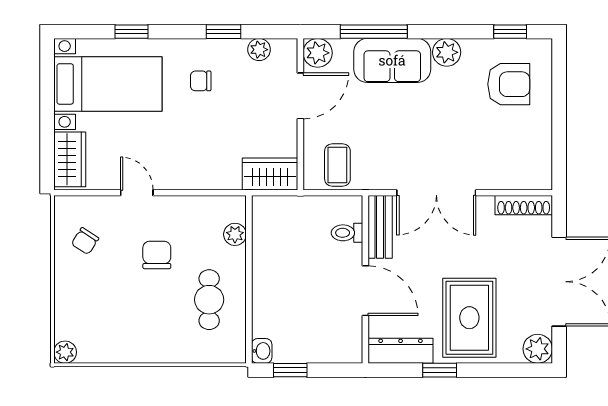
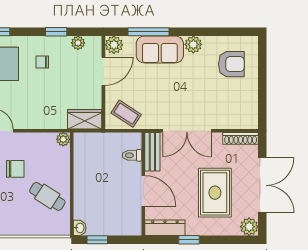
window: (510, 32) -> (232, 32), removed
coffee table: (337, 165) -> (126, 114), turned -57
plant: (235, 234) -> (63, 139), moved
chair: (157, 255) -> (15, 169), turned 90
cafe table: (209, 300) -> (47, 196), turned -57
rug: (469, 318) -> (215, 193), moved

